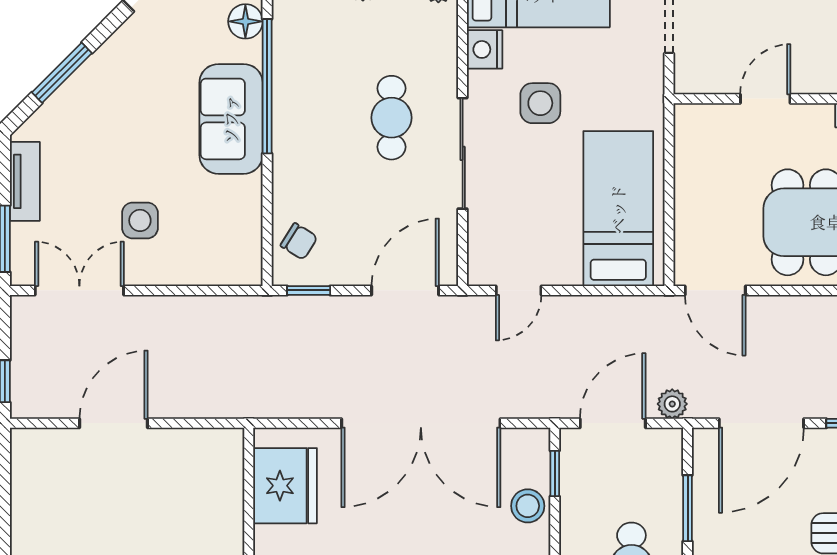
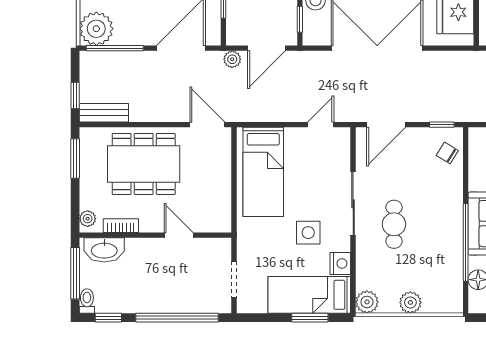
door: (765, 99) -> (179, 235), swing flipped

